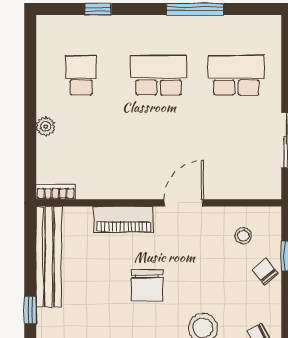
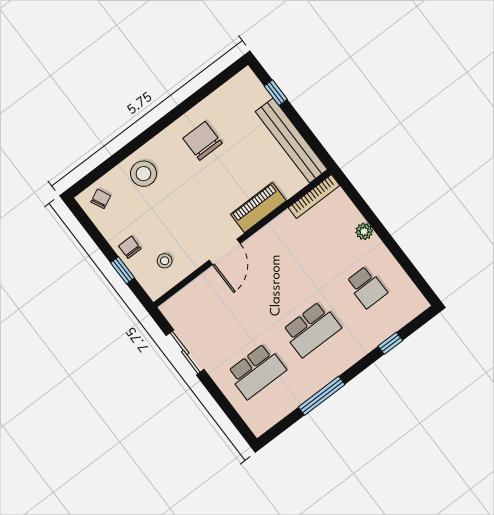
bookcase: (56, 192) -> (314, 196), width x1.56
chair: (265, 271) -> (130, 247), turned -141
chair: (147, 285) -> (203, 141), moved

